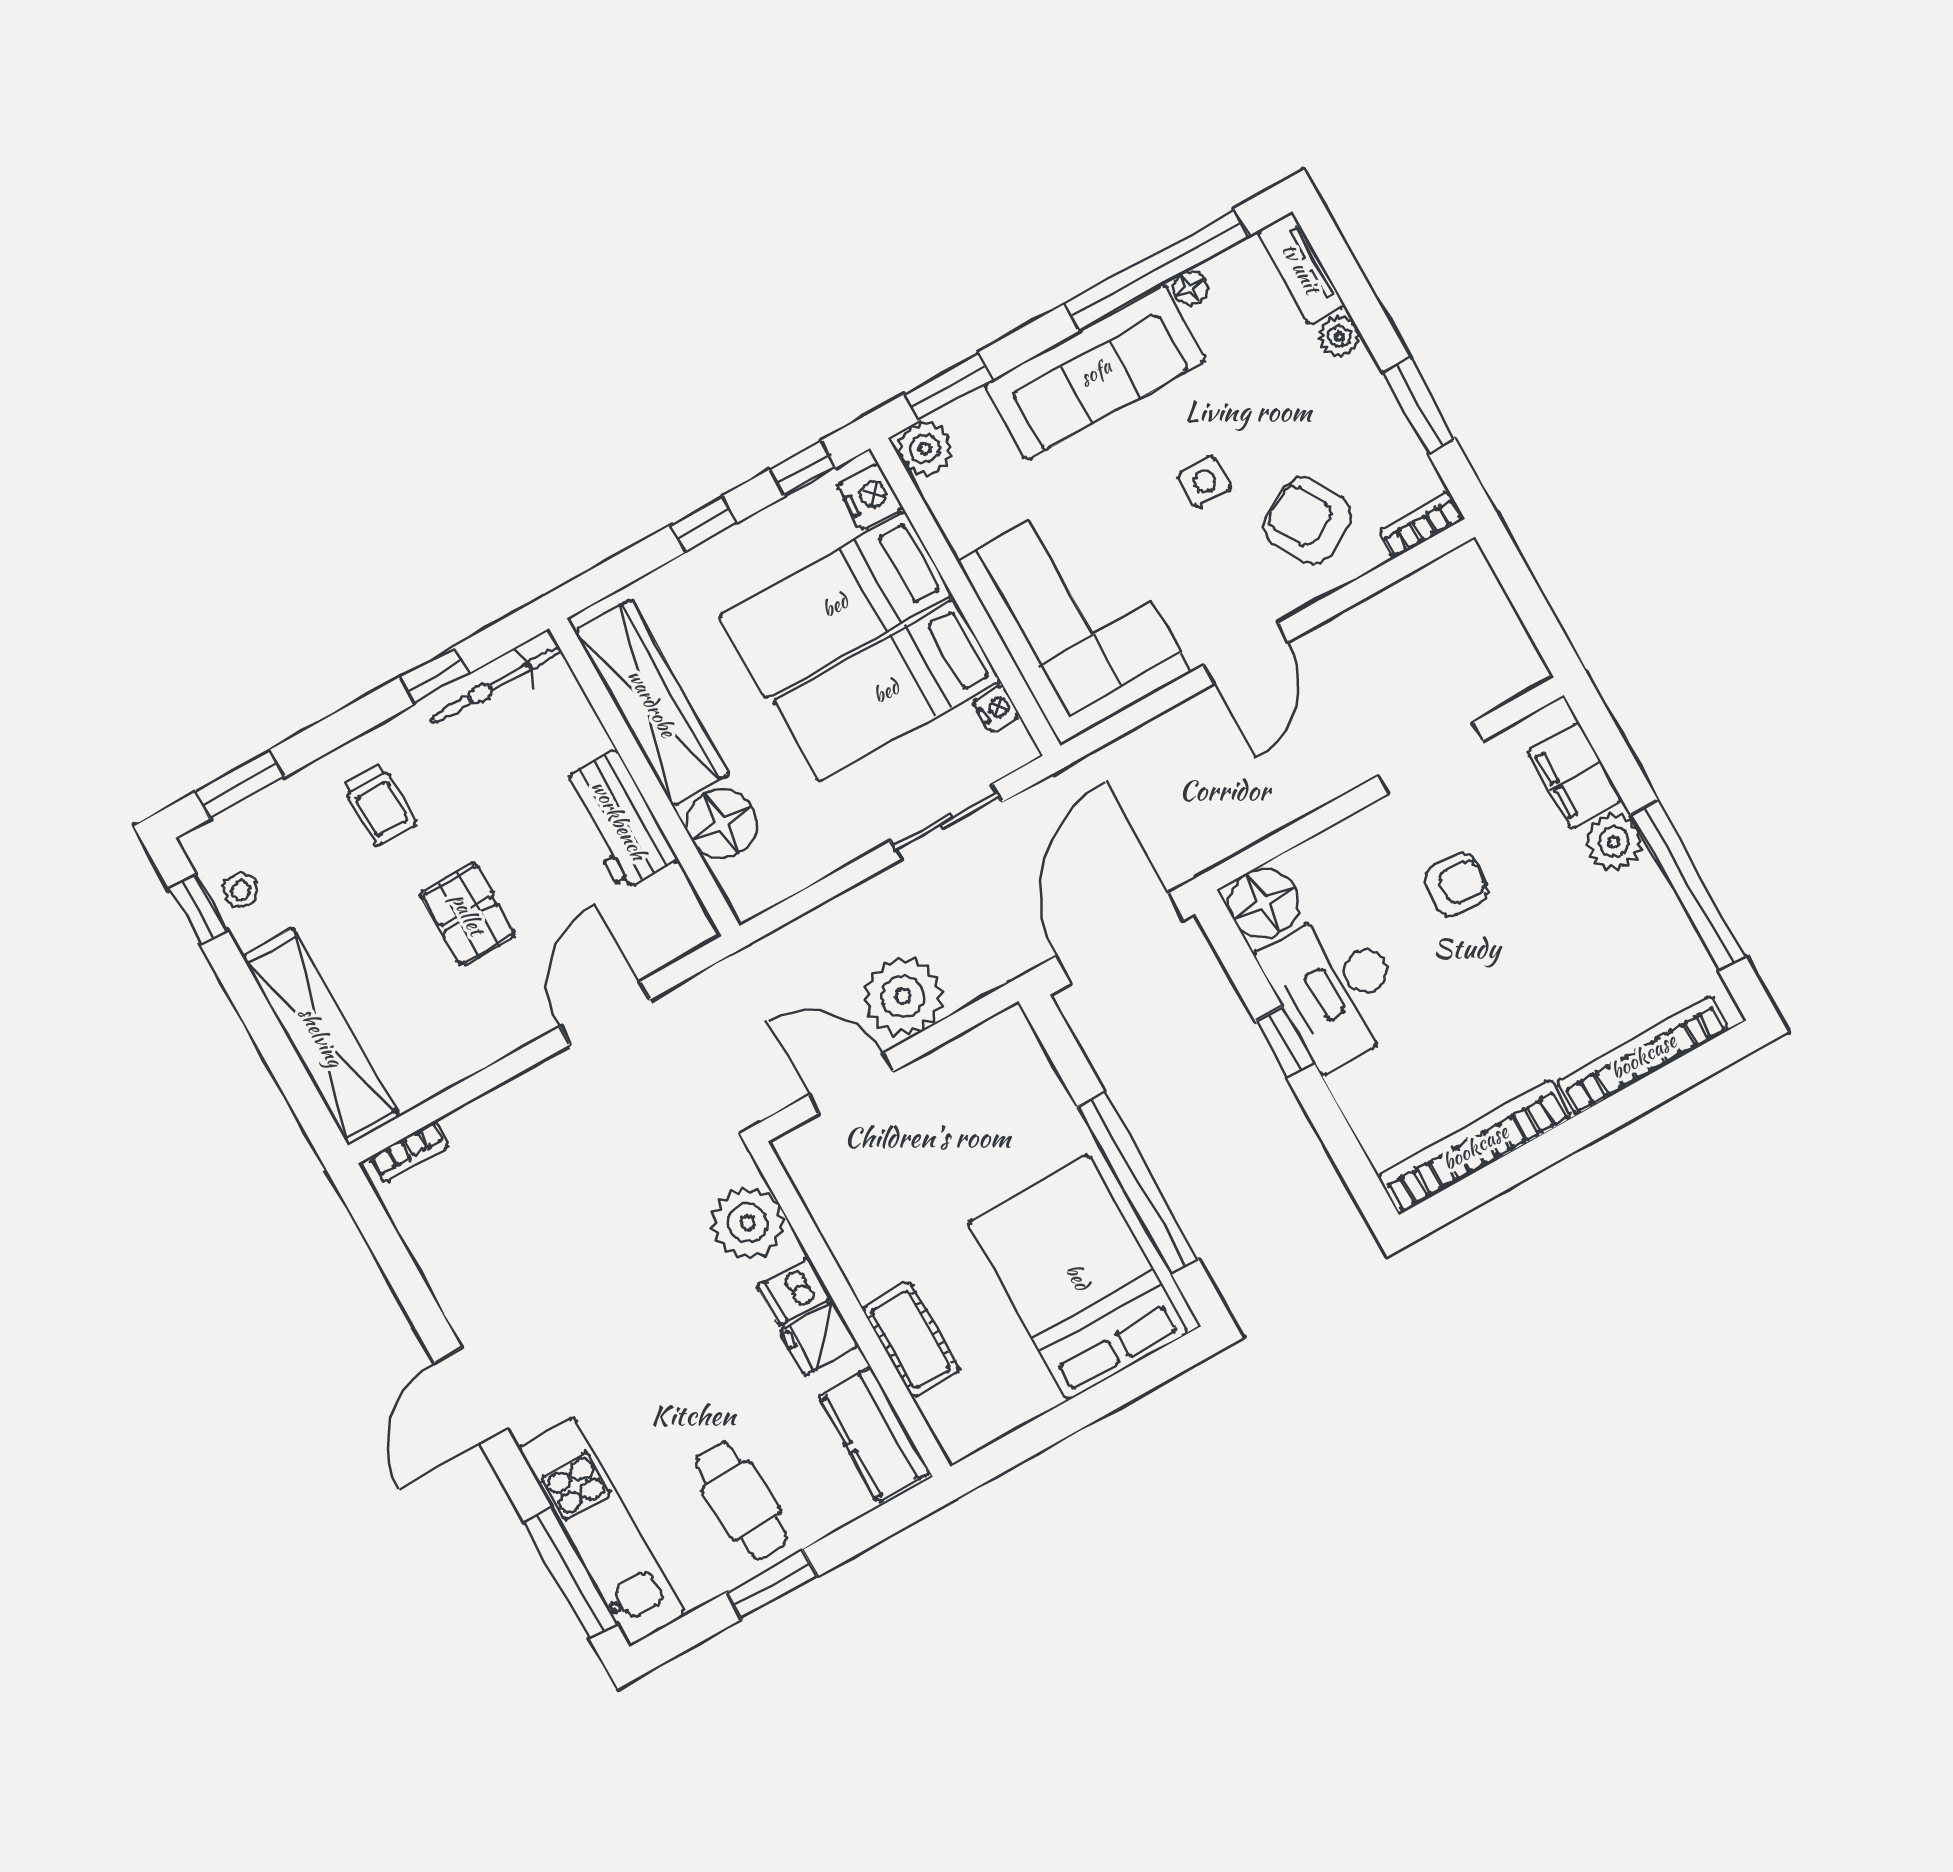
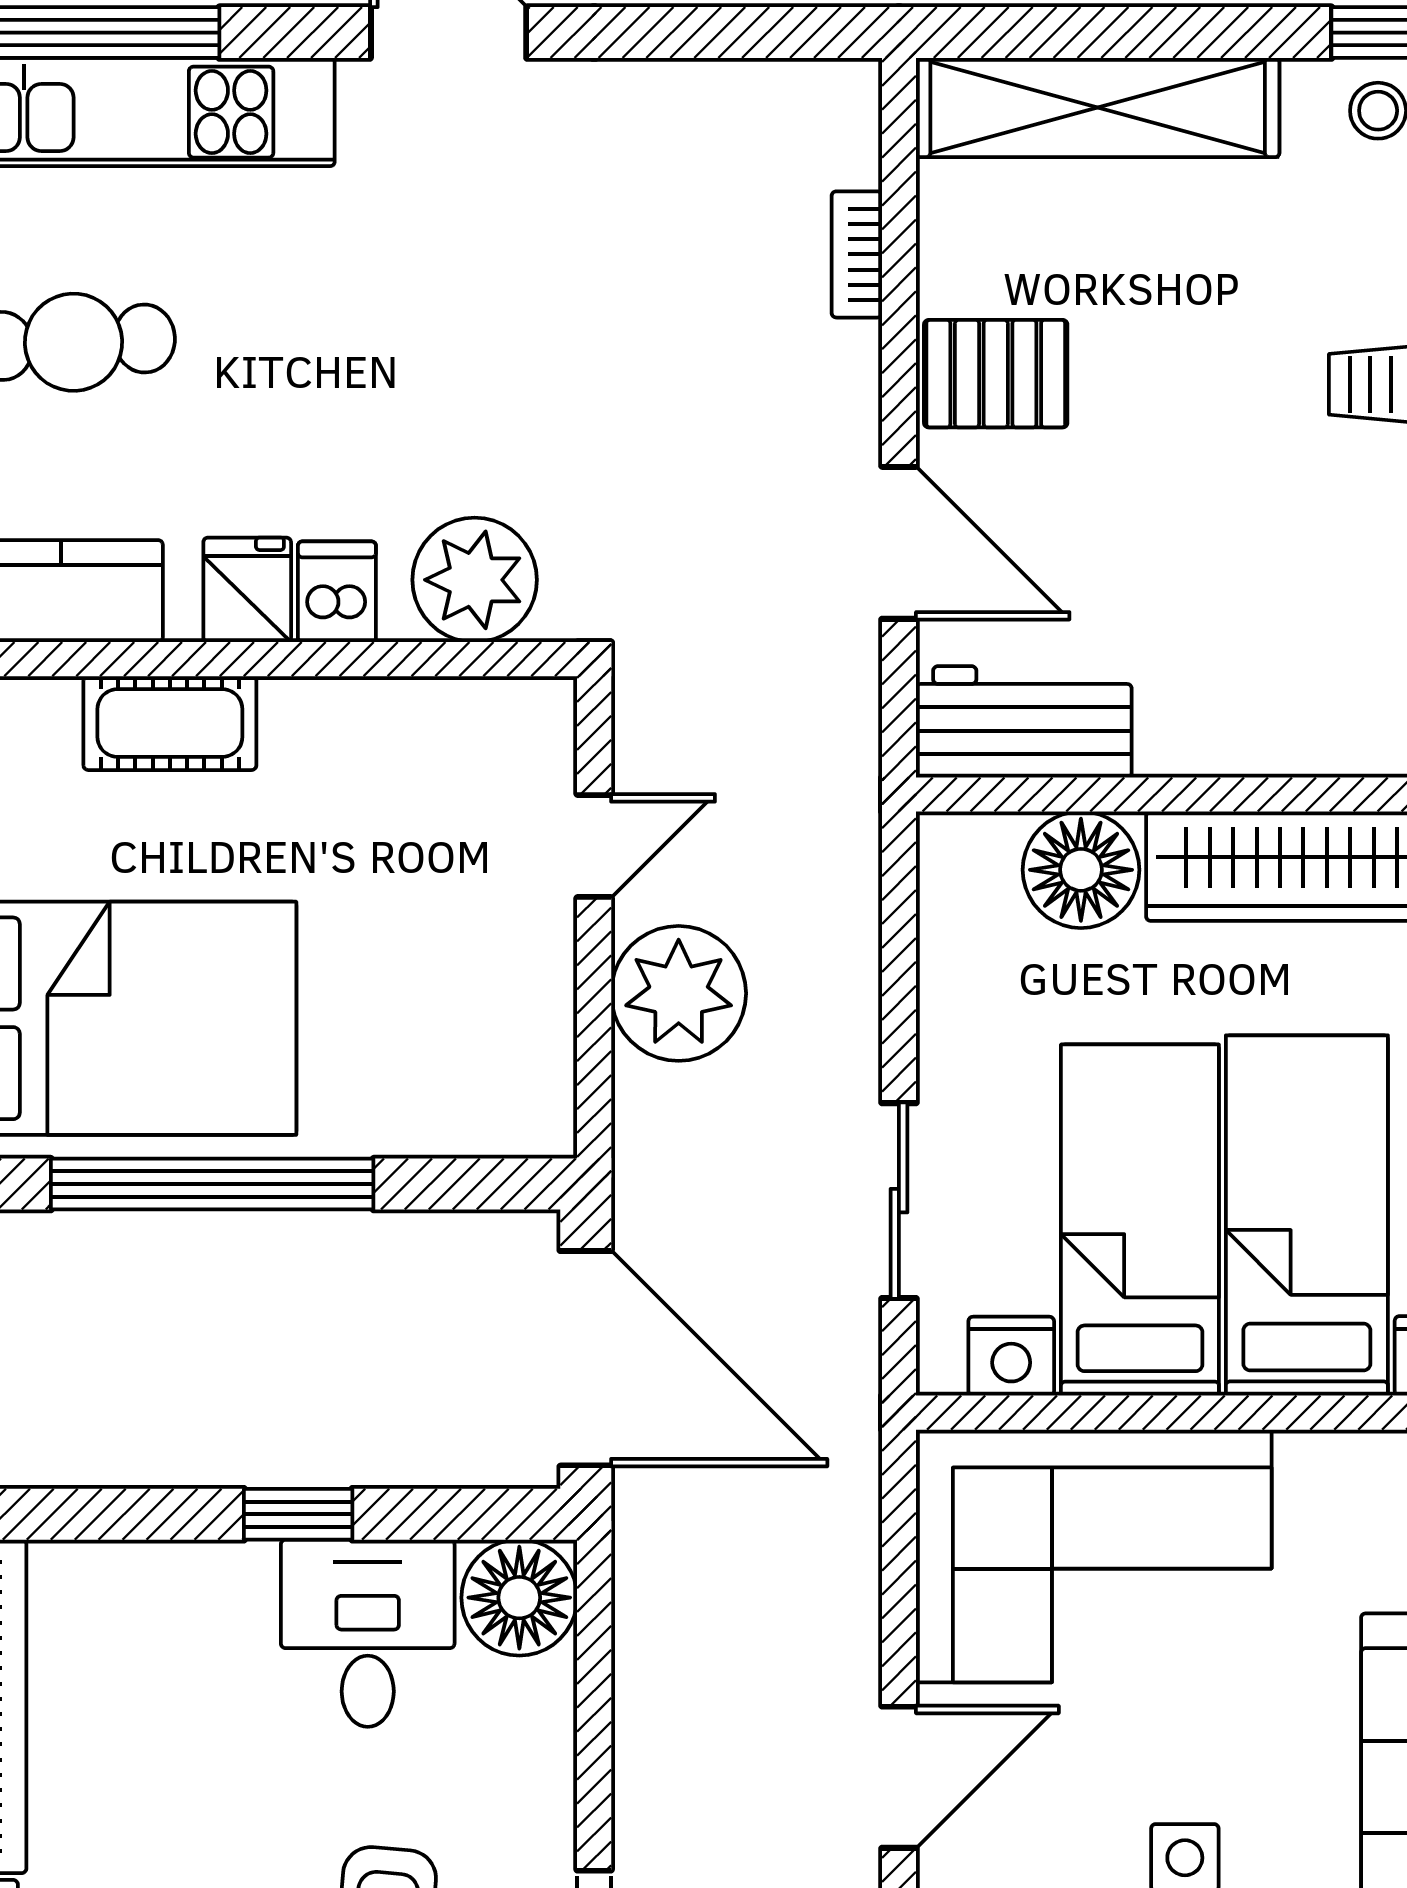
door: (1246, 653) -> (899, 1777), swing flipped
nightstand: (996, 709) -> (1011, 1356), width x1.39, depth x1.35
workbench: (619, 820) -> (1024, 722), moved
pallet: (468, 914) -> (996, 374), moved
desk: (1336, 988) -> (368, 1633), width x0.73
door: (851, 1083) -> (594, 846), width x0.73
bookcase: (409, 1152) -> (857, 254), moved

